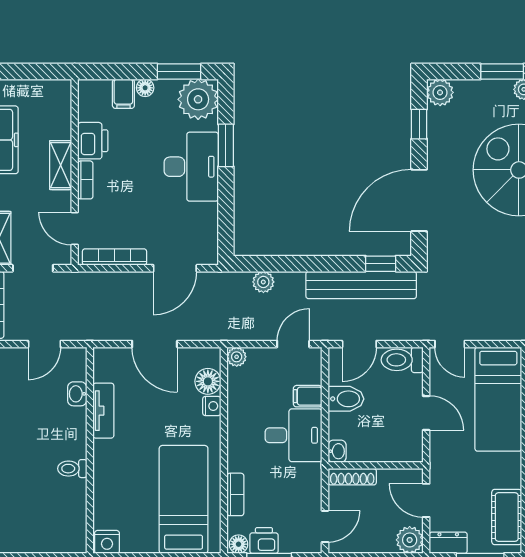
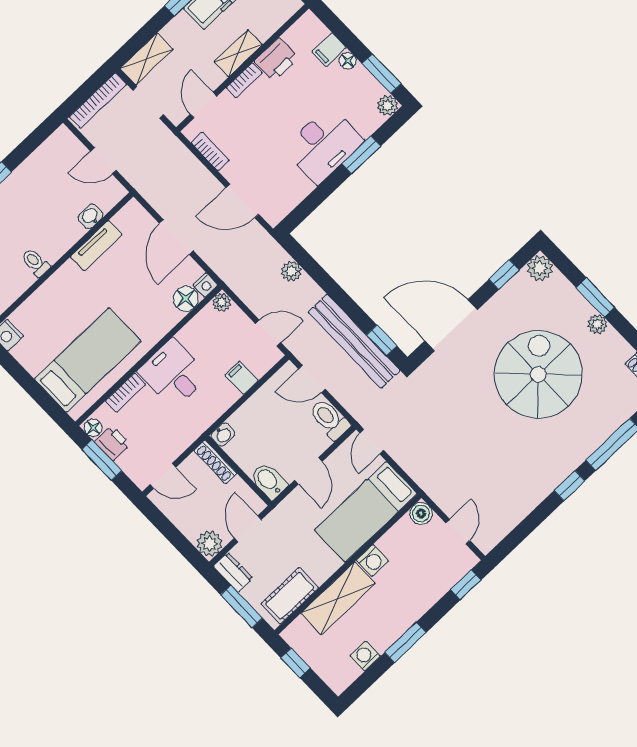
plant: (198, 99) -> (388, 105), width x0.53, depth x0.53
bookcase: (114, 257) -> (210, 152), width x0.64
bidet: (346, 399) -> (269, 481), moved, turned 180
nightstand: (212, 406) -> (205, 285), moved
desk: (294, 435) -> (173, 374), moved, turned 180

